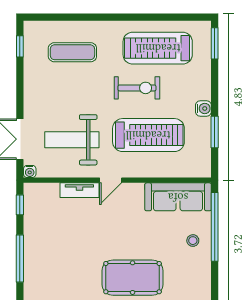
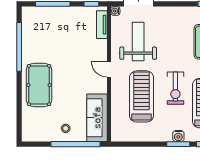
water cooler: (203, 108) -> (178, 136), moved
window: (215, 132) -> (178, 144), moved
treadmill: (148, 135) -> (142, 96), turned 180
tv unit: (79, 190) -> (102, 25), moved

